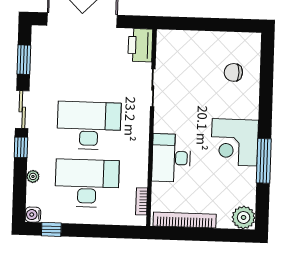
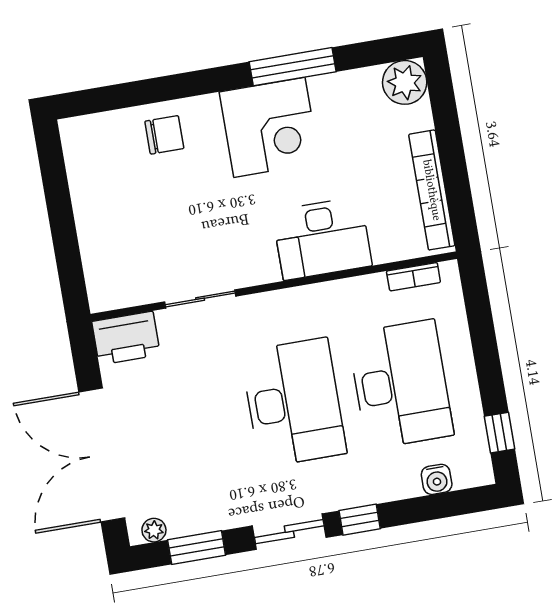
chair: (233, 72) -> (164, 135), moved, turned -90
desk: (89, 126) -> (294, 403), turned 180
plant: (33, 176) -> (154, 530), moved
desk: (87, 183) -> (401, 384), turned 180
water cooler: (33, 215) -> (437, 479), moved

